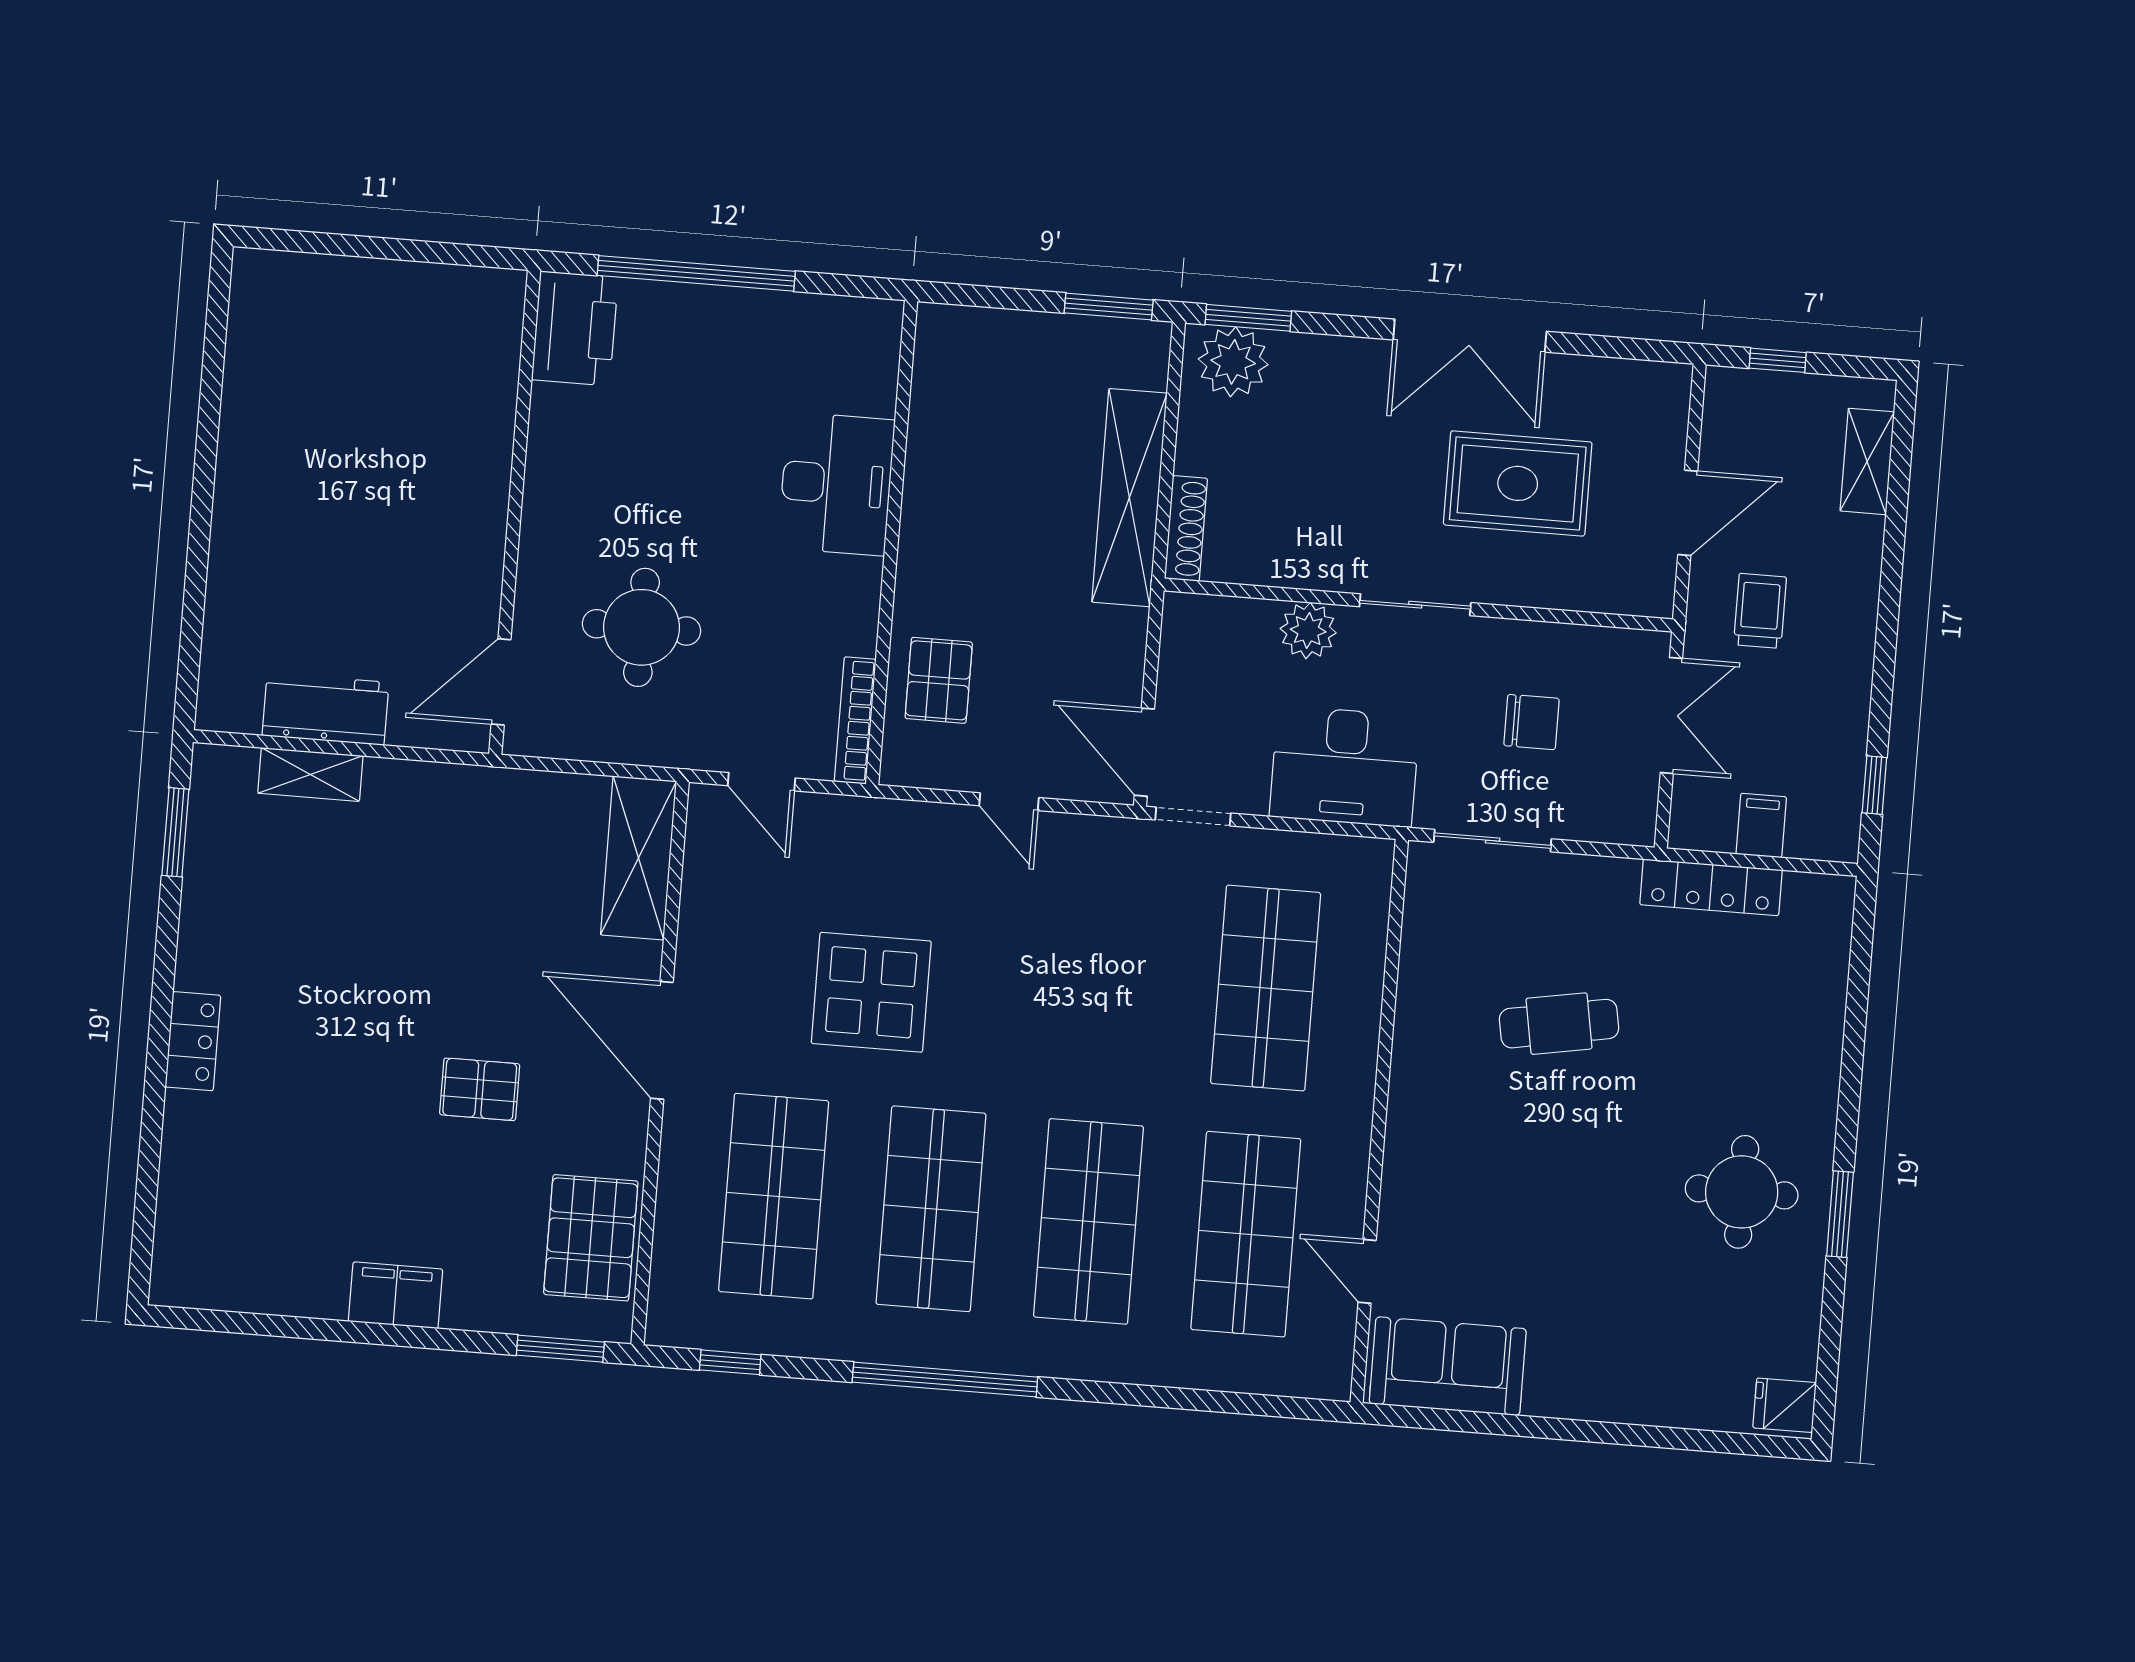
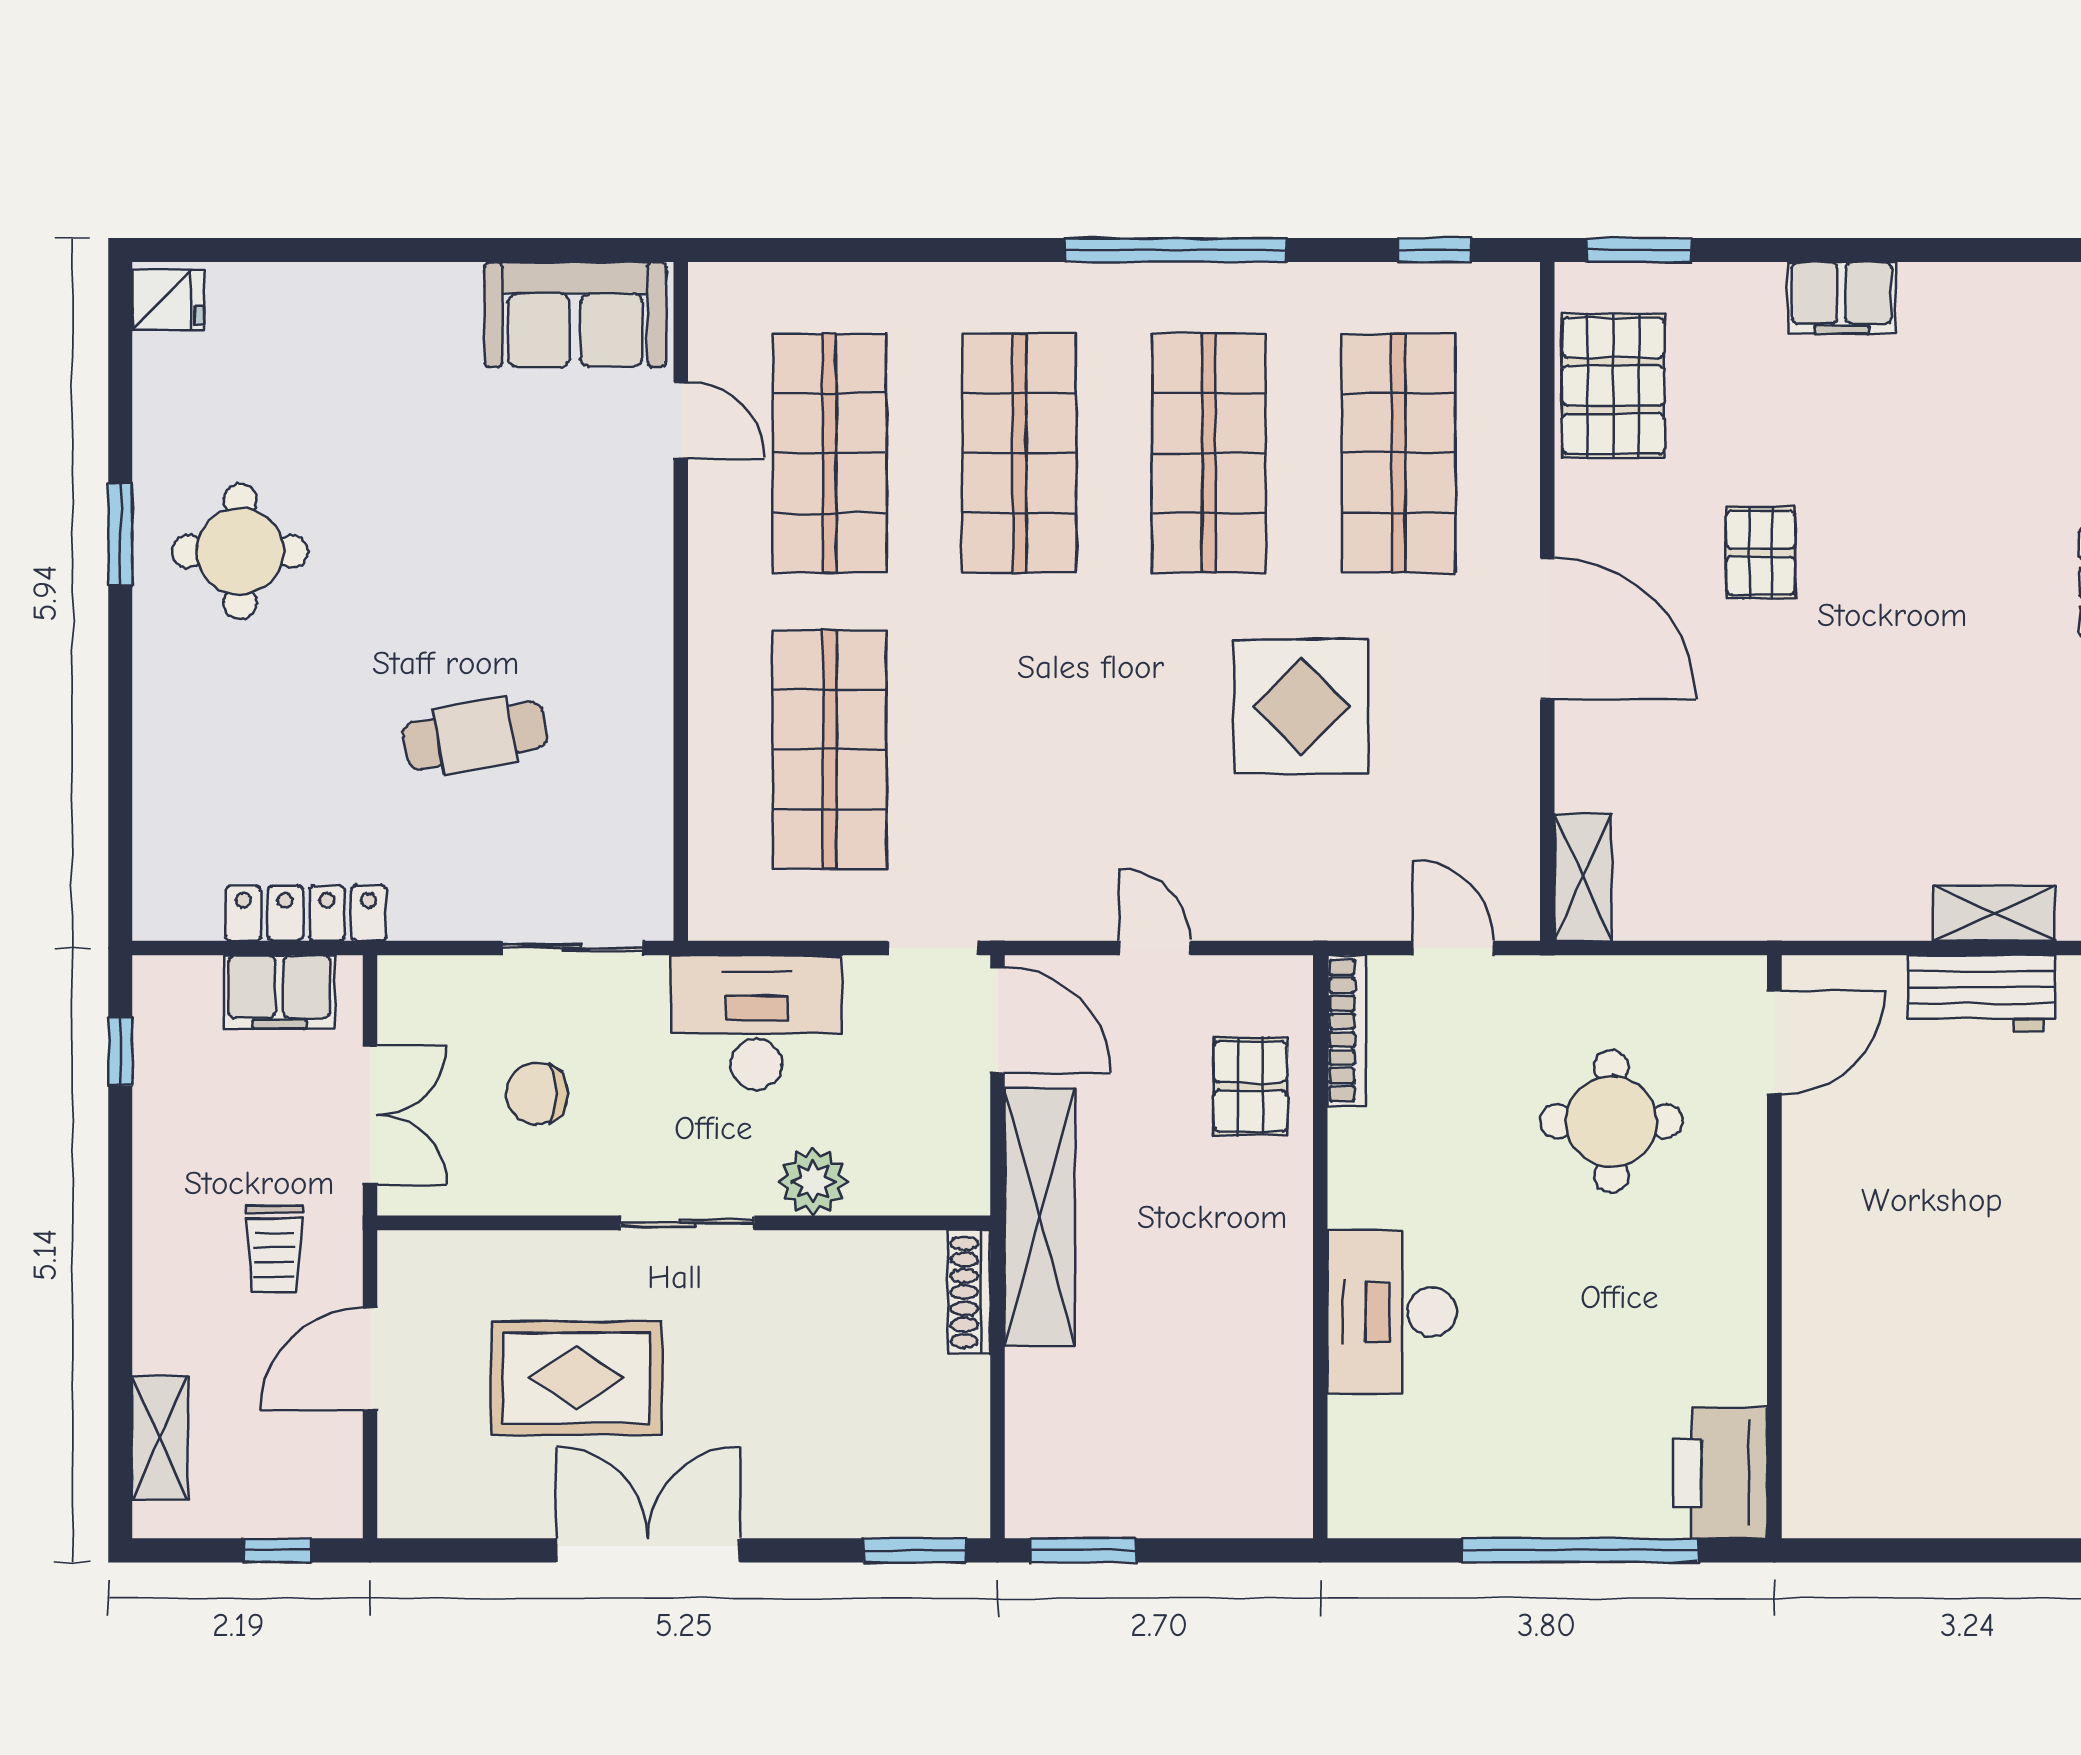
plant: (1233, 362) -> (929, 1496), removed
shelving: (1129, 498) -> (1040, 1217), moved
double door: (1671, 715) -> (370, 1115), swing flipped
filing cabinet: (1761, 825) -> (280, 992), width x2.00
shelving: (639, 858) -> (1583, 877), width x0.67, depth x0.75
pallet: (480, 1089) -> (1761, 553), turned 90

